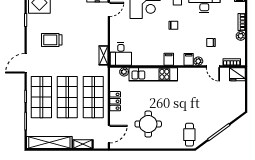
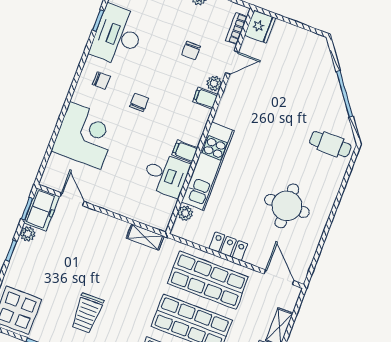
desk: (121, 54) -> (166, 175), moved
filing cabinet: (169, 59) -> (185, 151), moved

